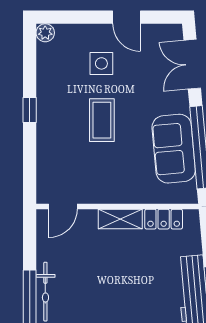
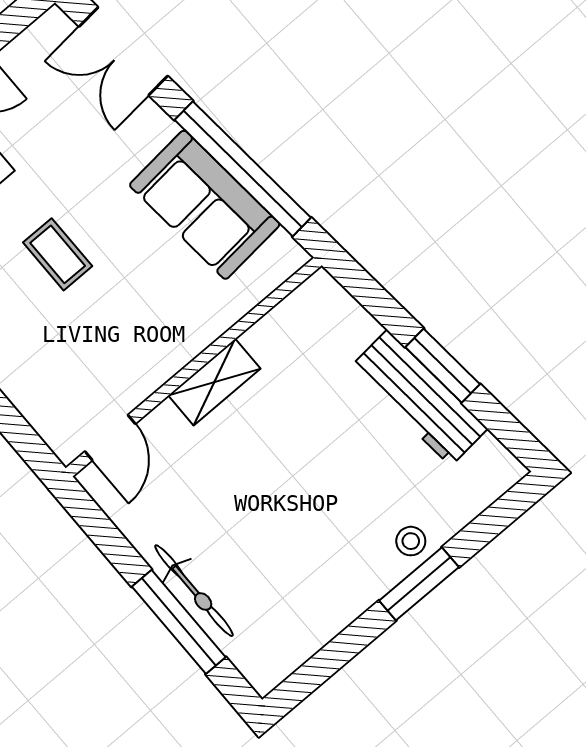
coffee table: (102, 120) -> (58, 254), width x0.73, depth x0.77
locker: (164, 219) -> (281, 326), removed

